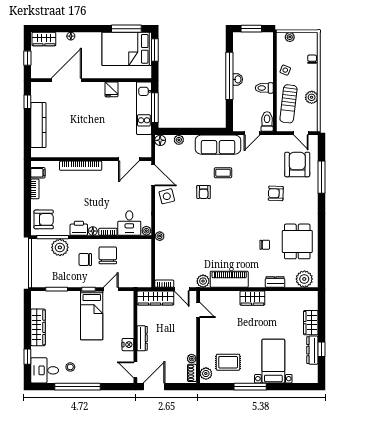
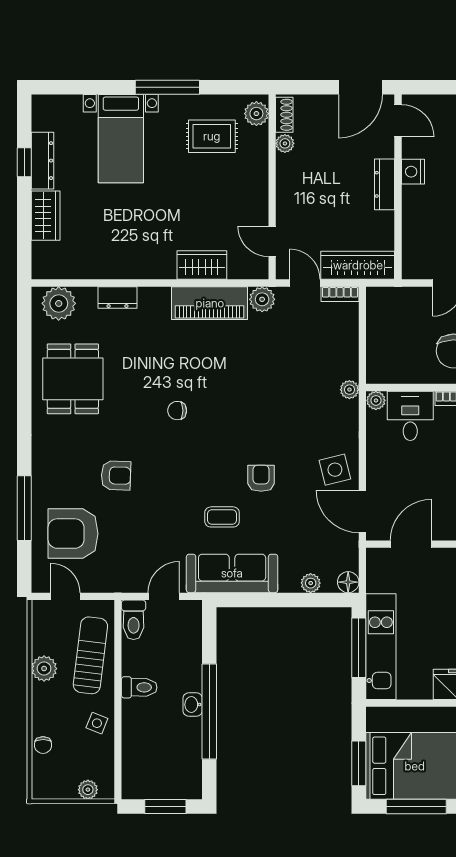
armchair: (297, 164) -> (73, 534), turned 90
chair: (265, 245) -> (177, 411), moved
wardrobe: (252, 298) -> (202, 265), moved

